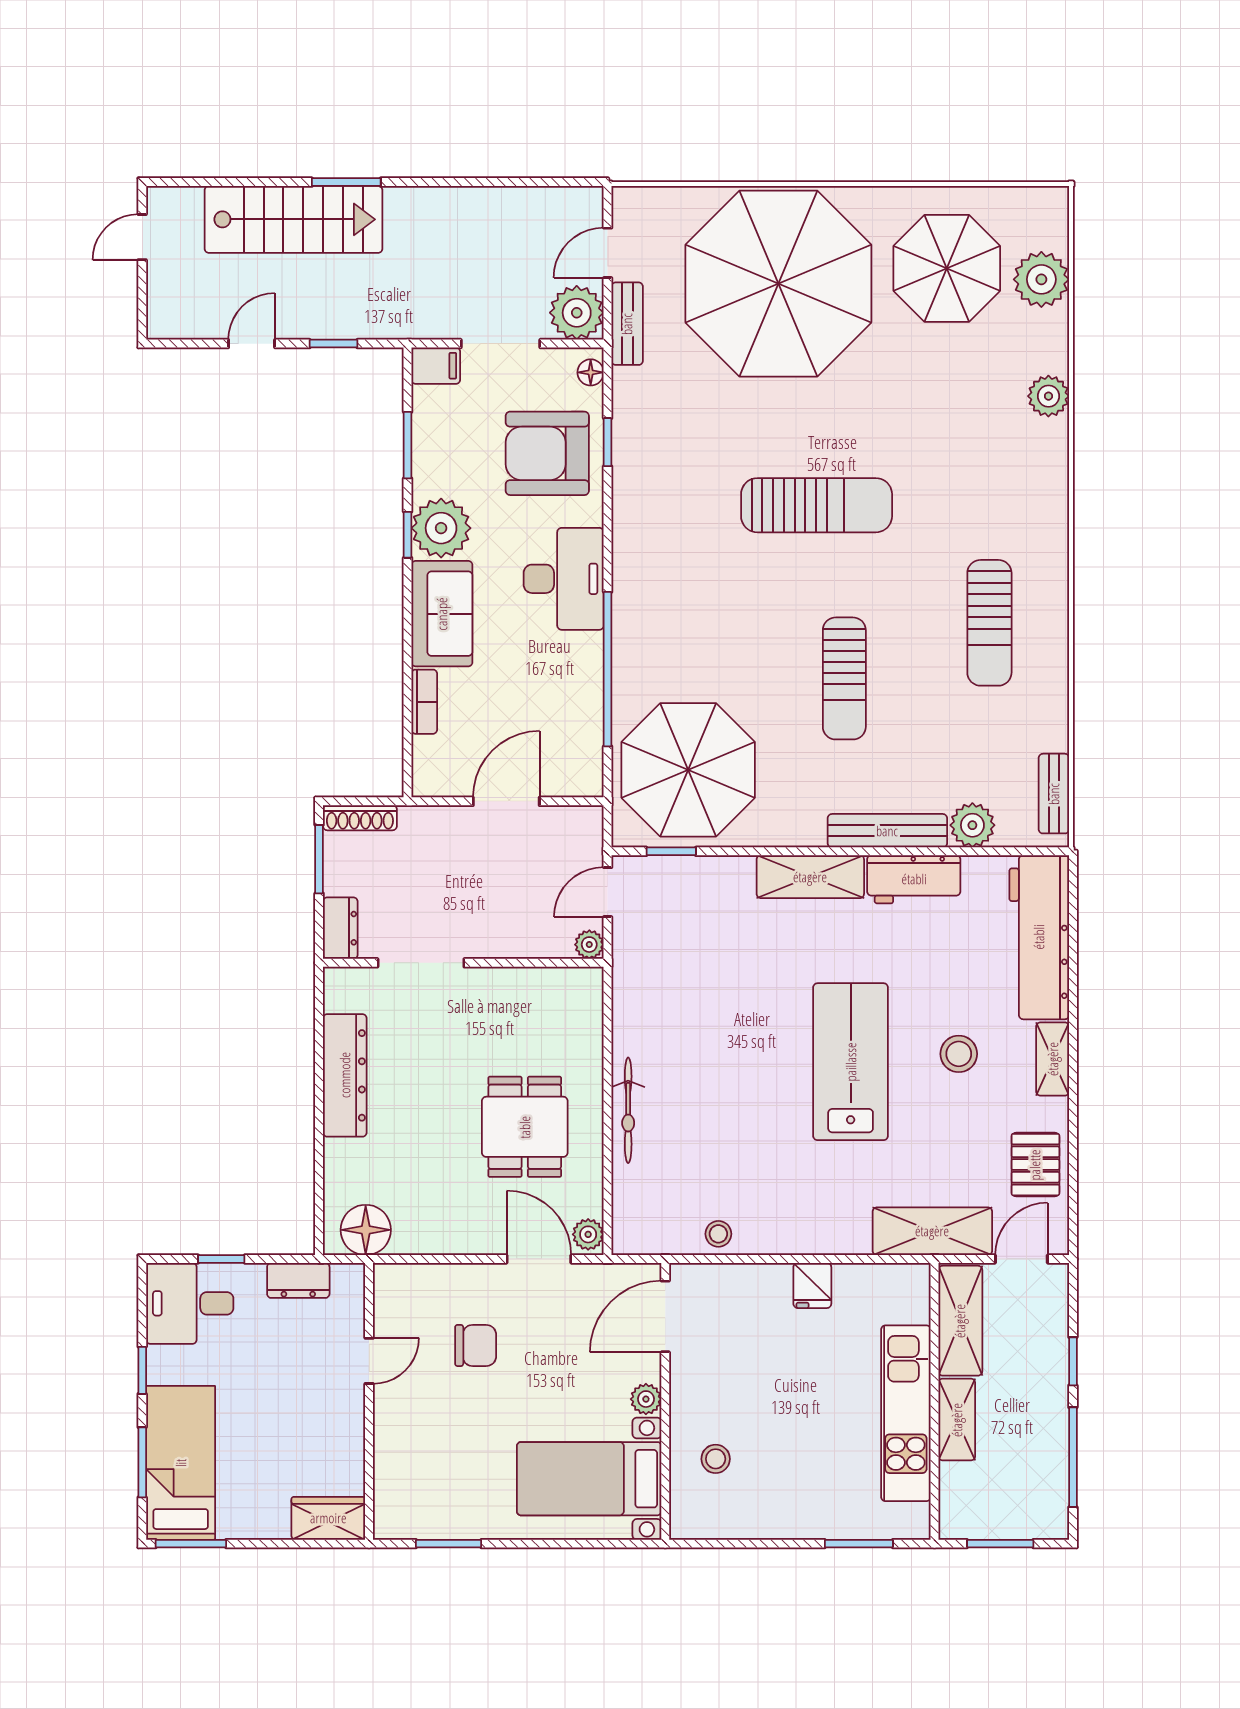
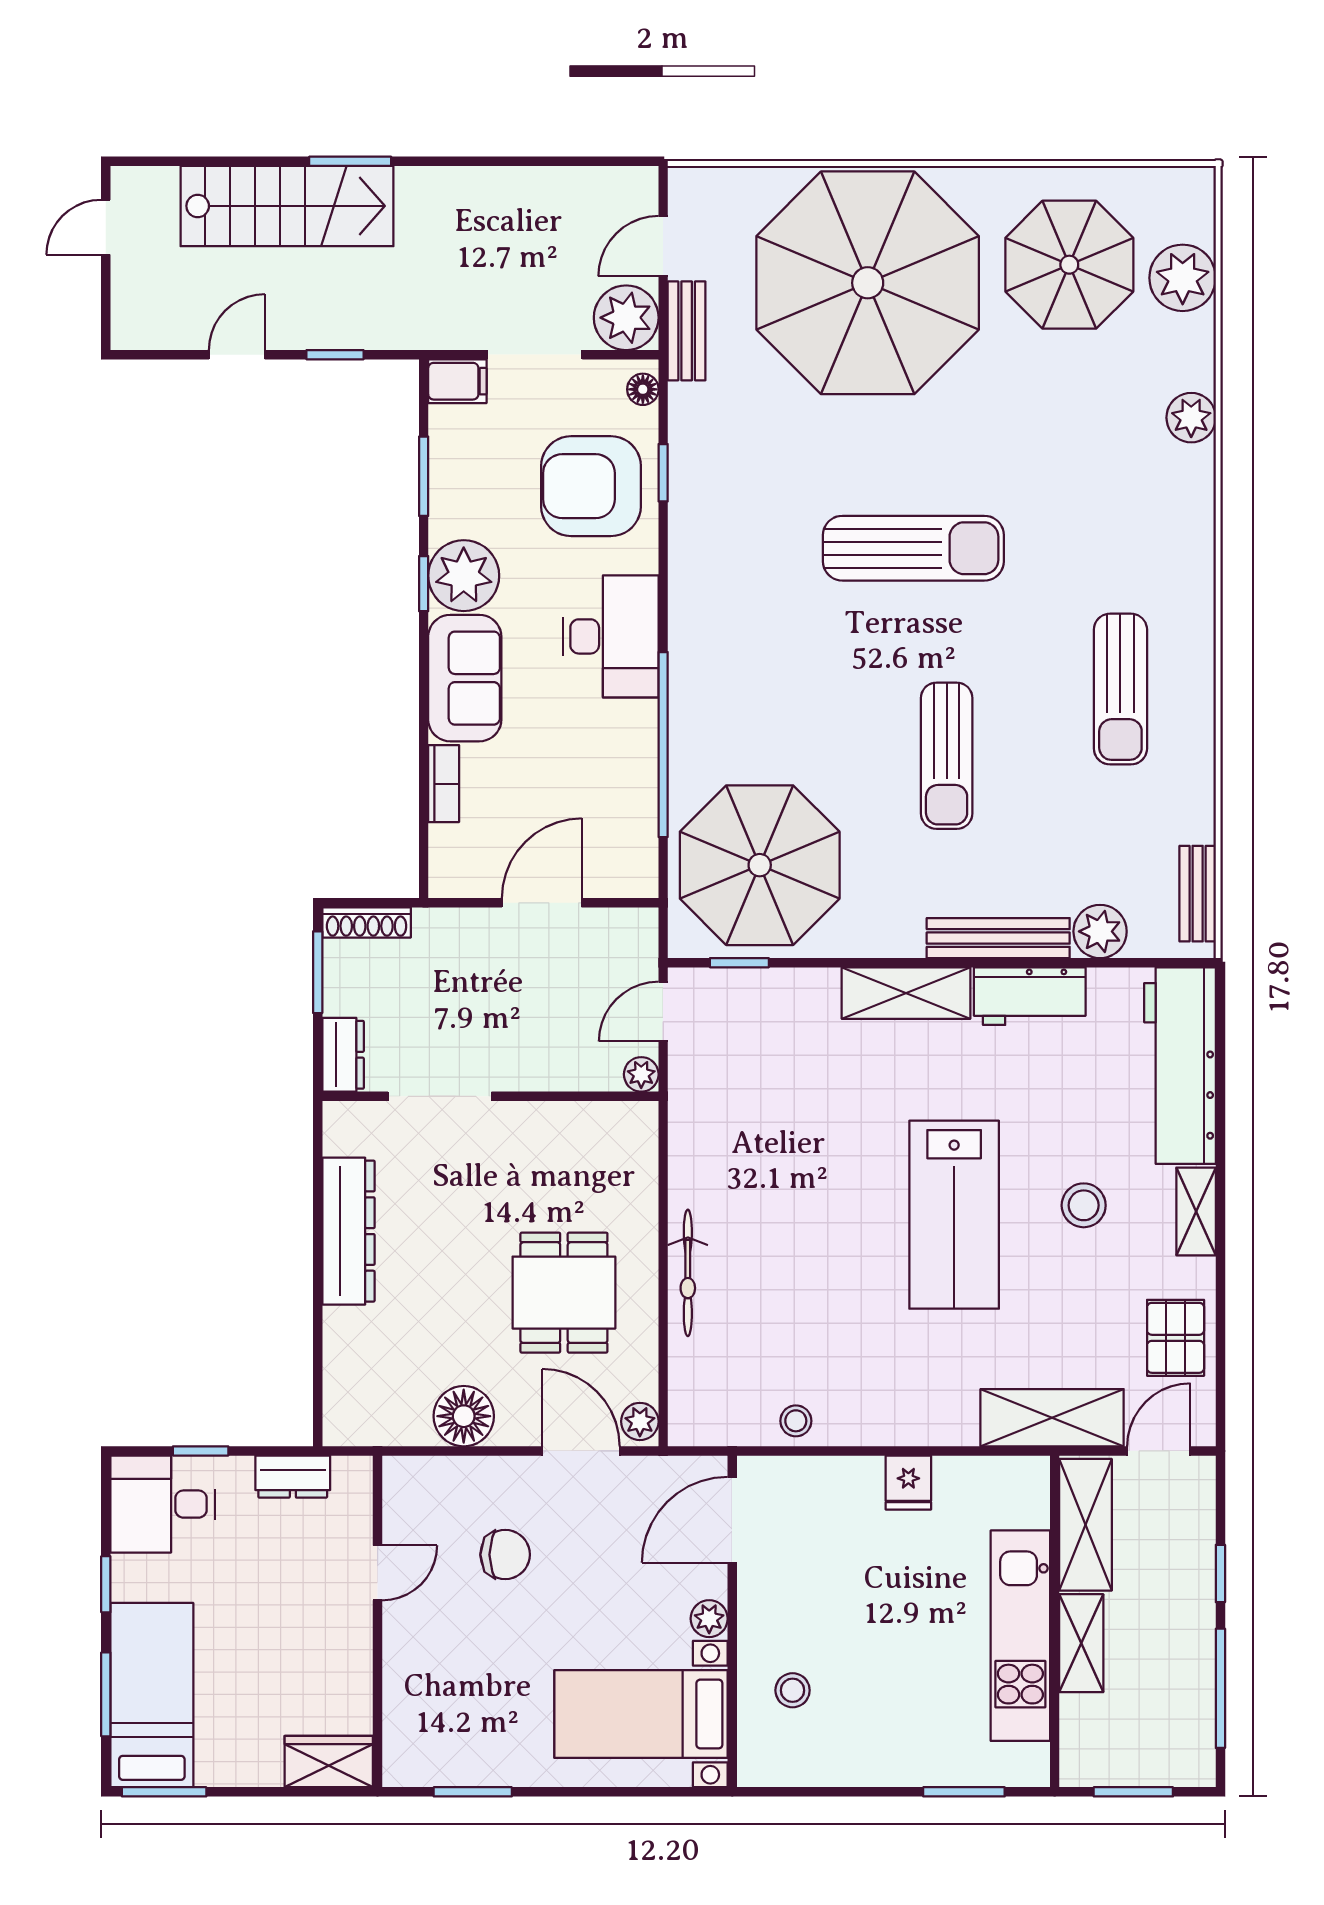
lab bench: (851, 1062) -> (954, 1215), turned 180
floor lamp: (366, 1230) -> (464, 1416), moved

